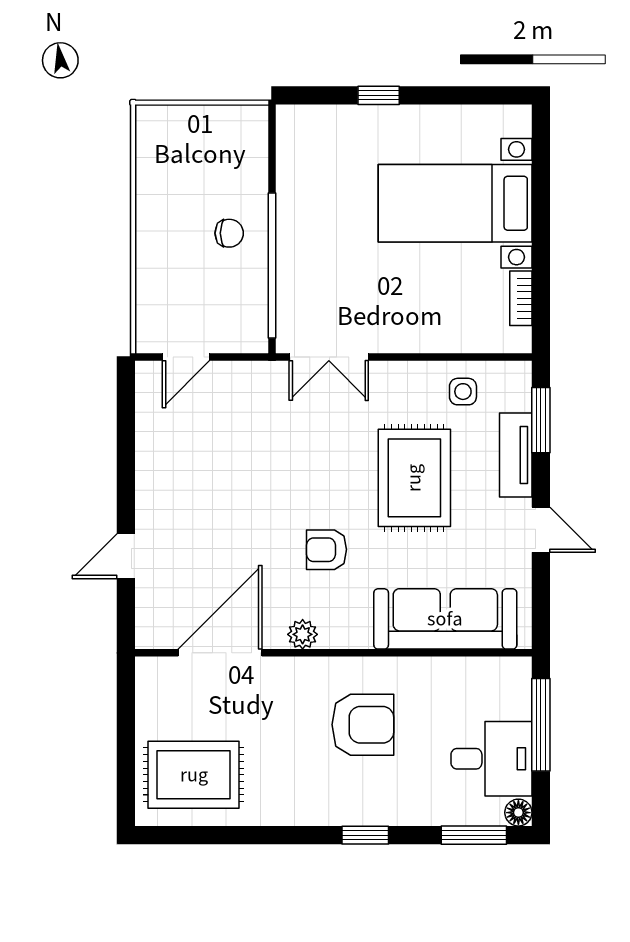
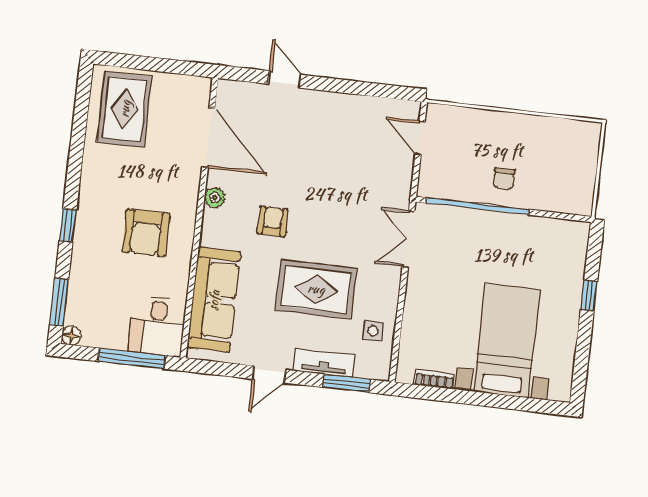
desk: (491, 759) -> (157, 326), moved

